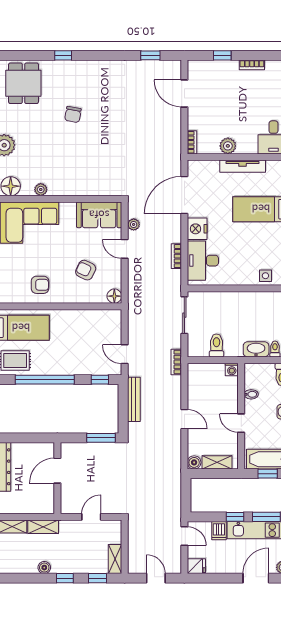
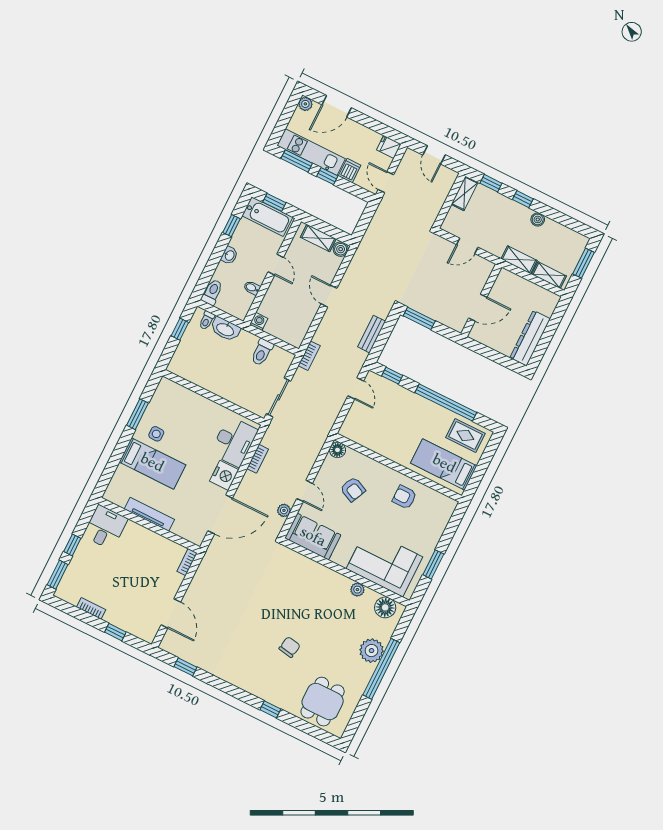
plant: (228, 146) -> (154, 541), removed
side table: (265, 276) -> (156, 434), moved
bench: (134, 399) -> (372, 334), width x0.73

